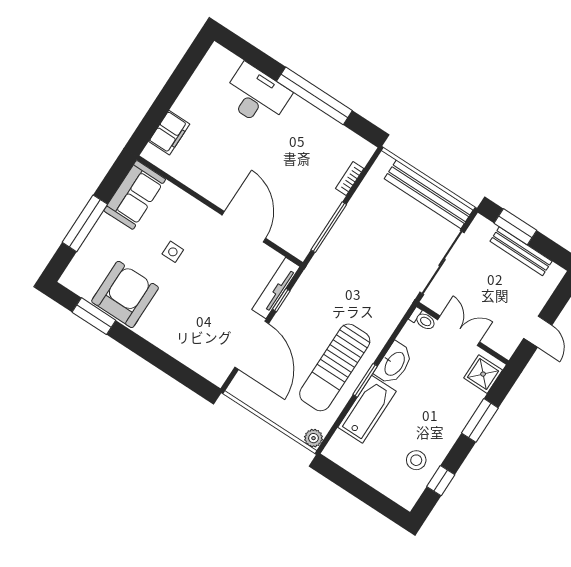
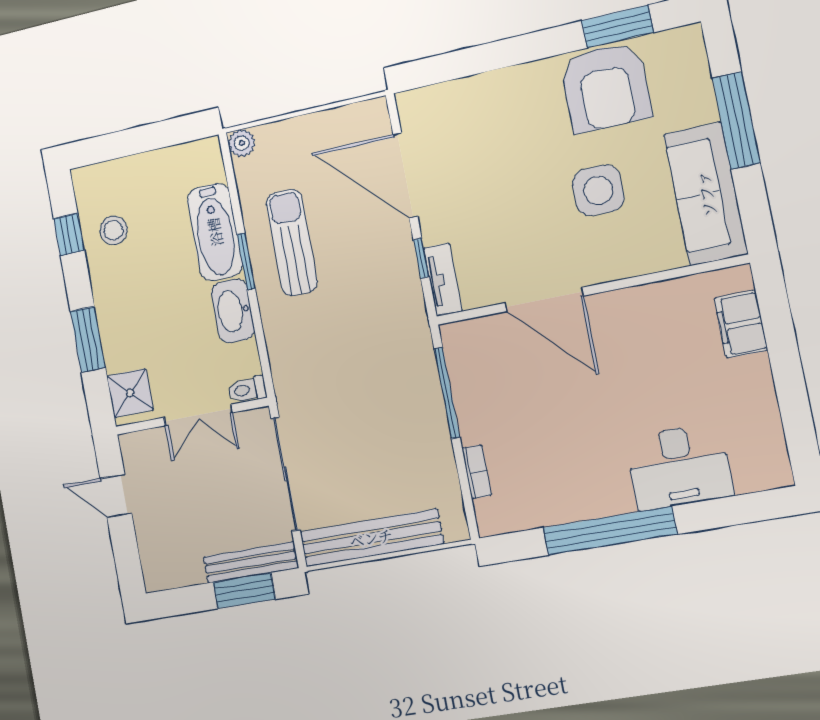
sofa: (135, 195) -> (706, 194), width x1.36
bench: (521, 251) -> (251, 562), moved
side table: (173, 252) -> (598, 190), width x1.87, depth x1.87
tv unit: (276, 288) -> (443, 280), width x0.71
sun lounger: (335, 367) -> (292, 243), width x0.73, depth x0.75

